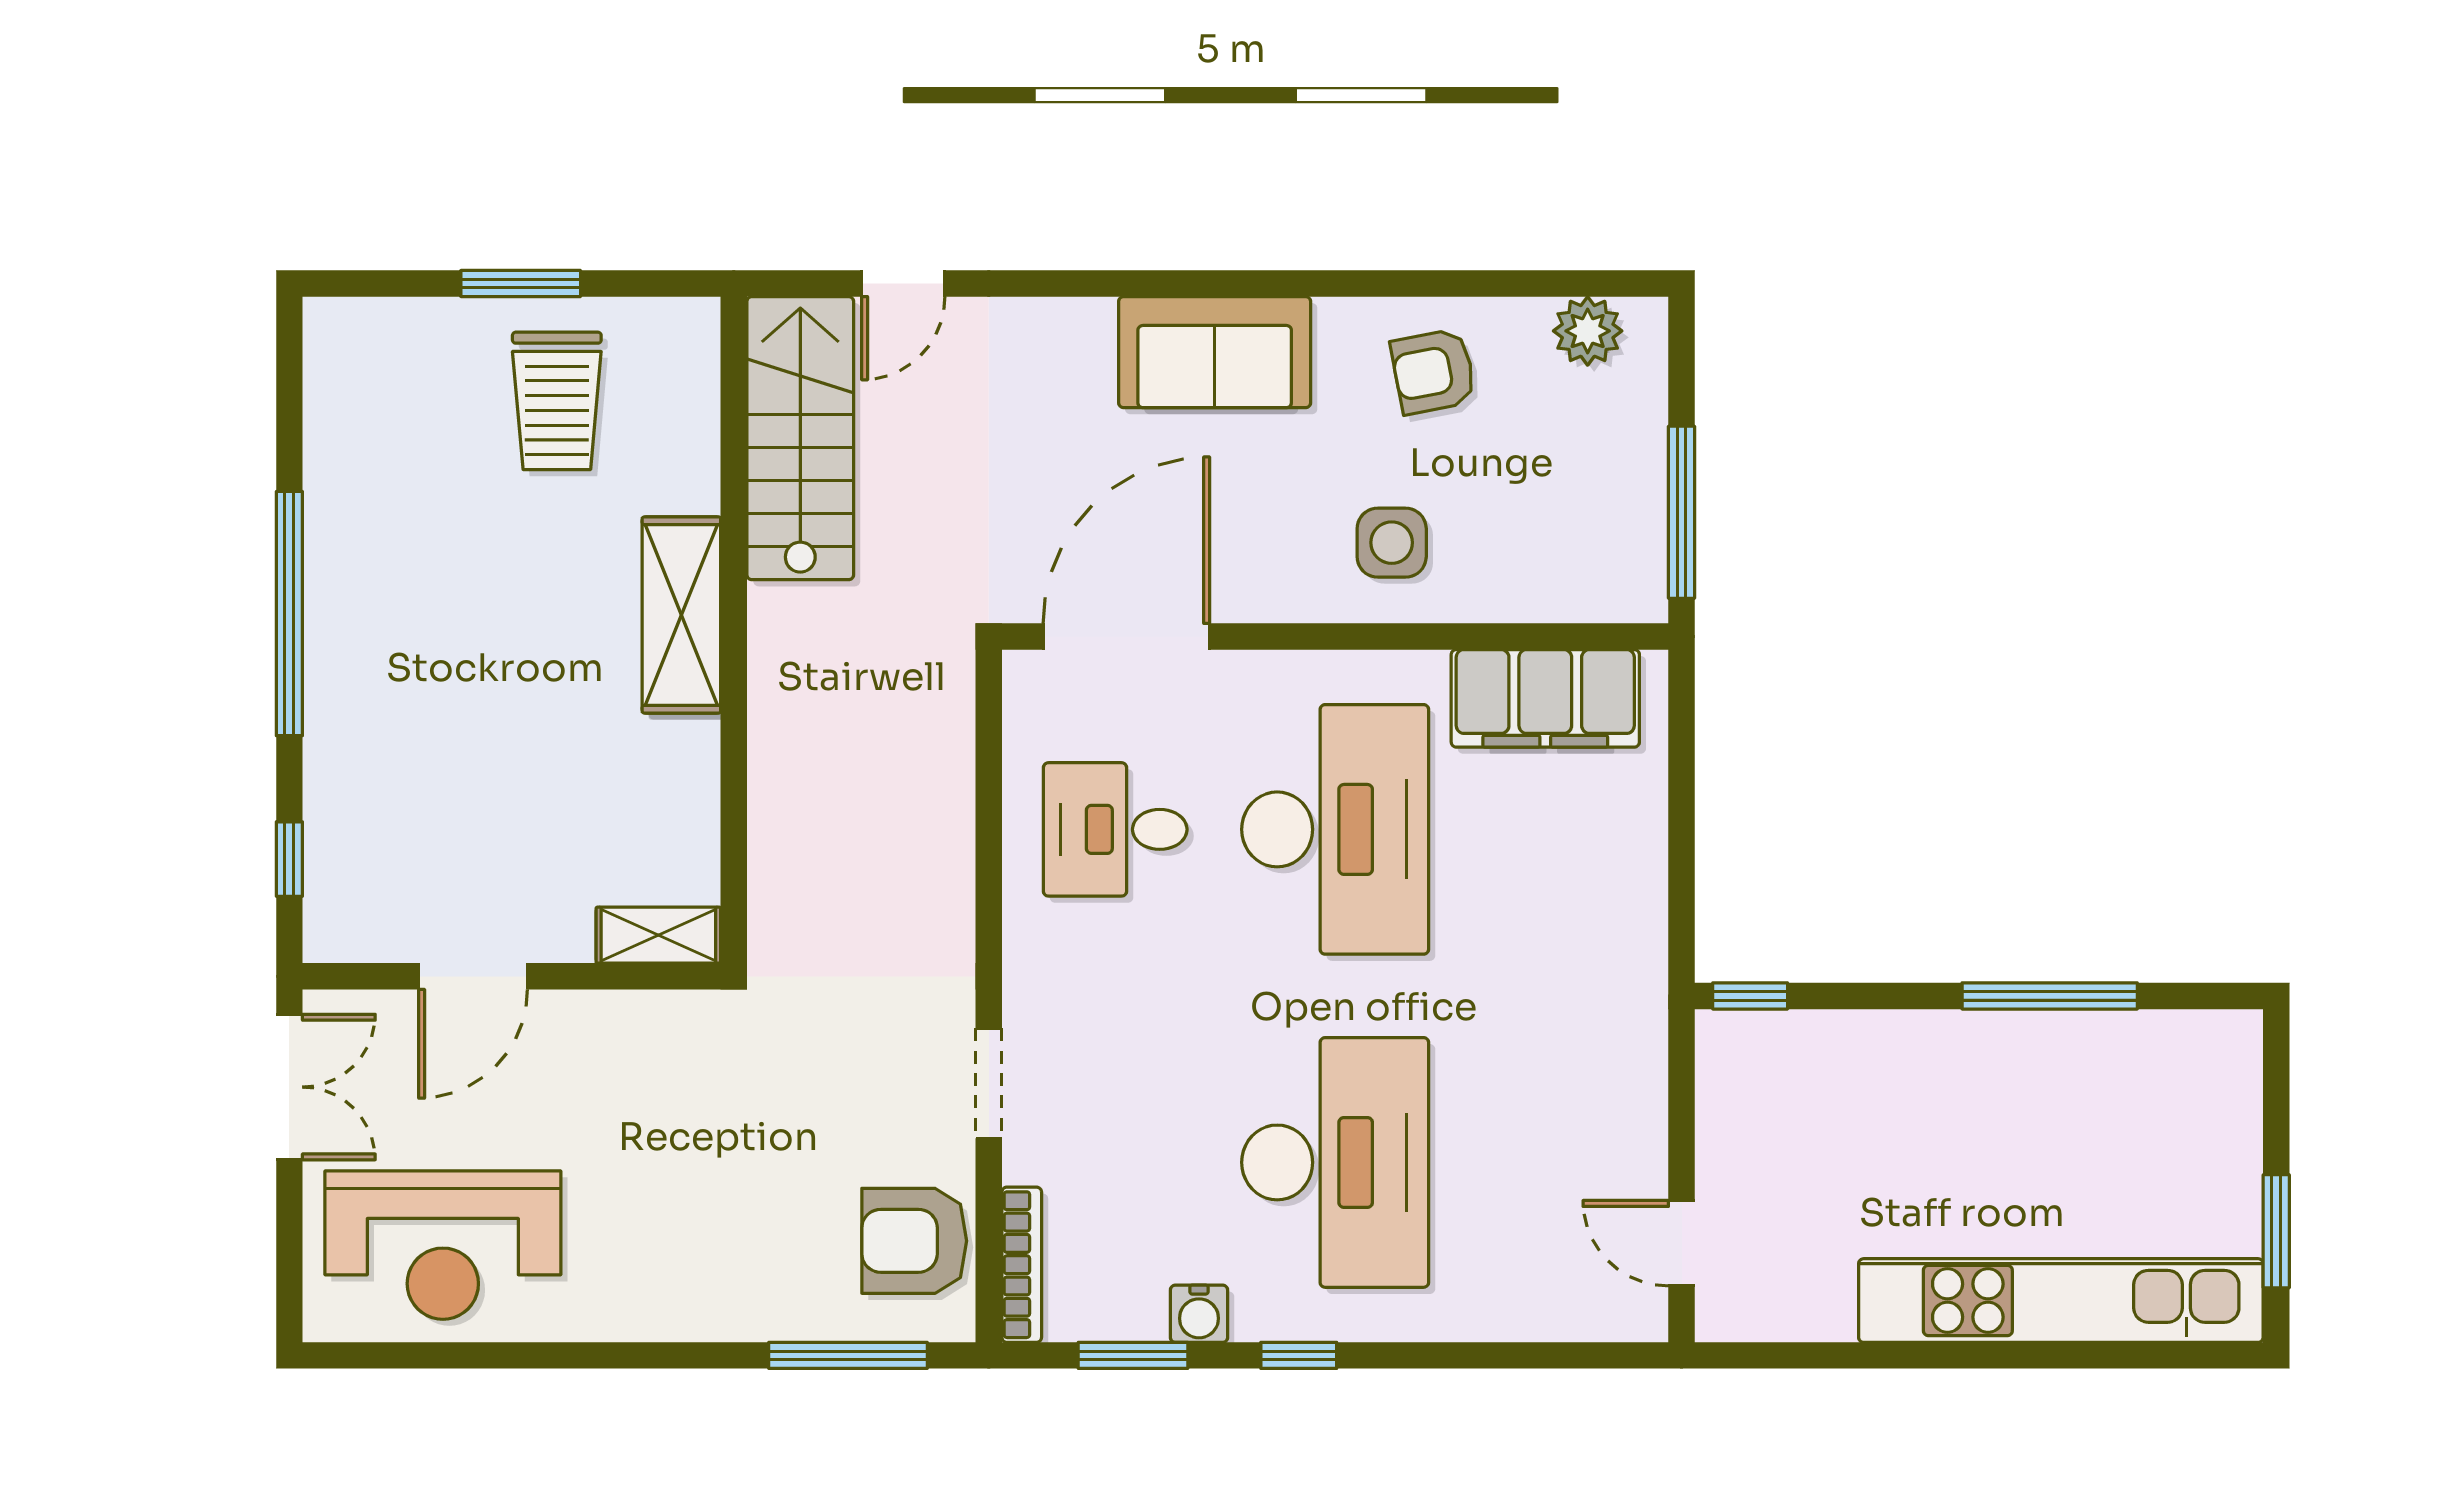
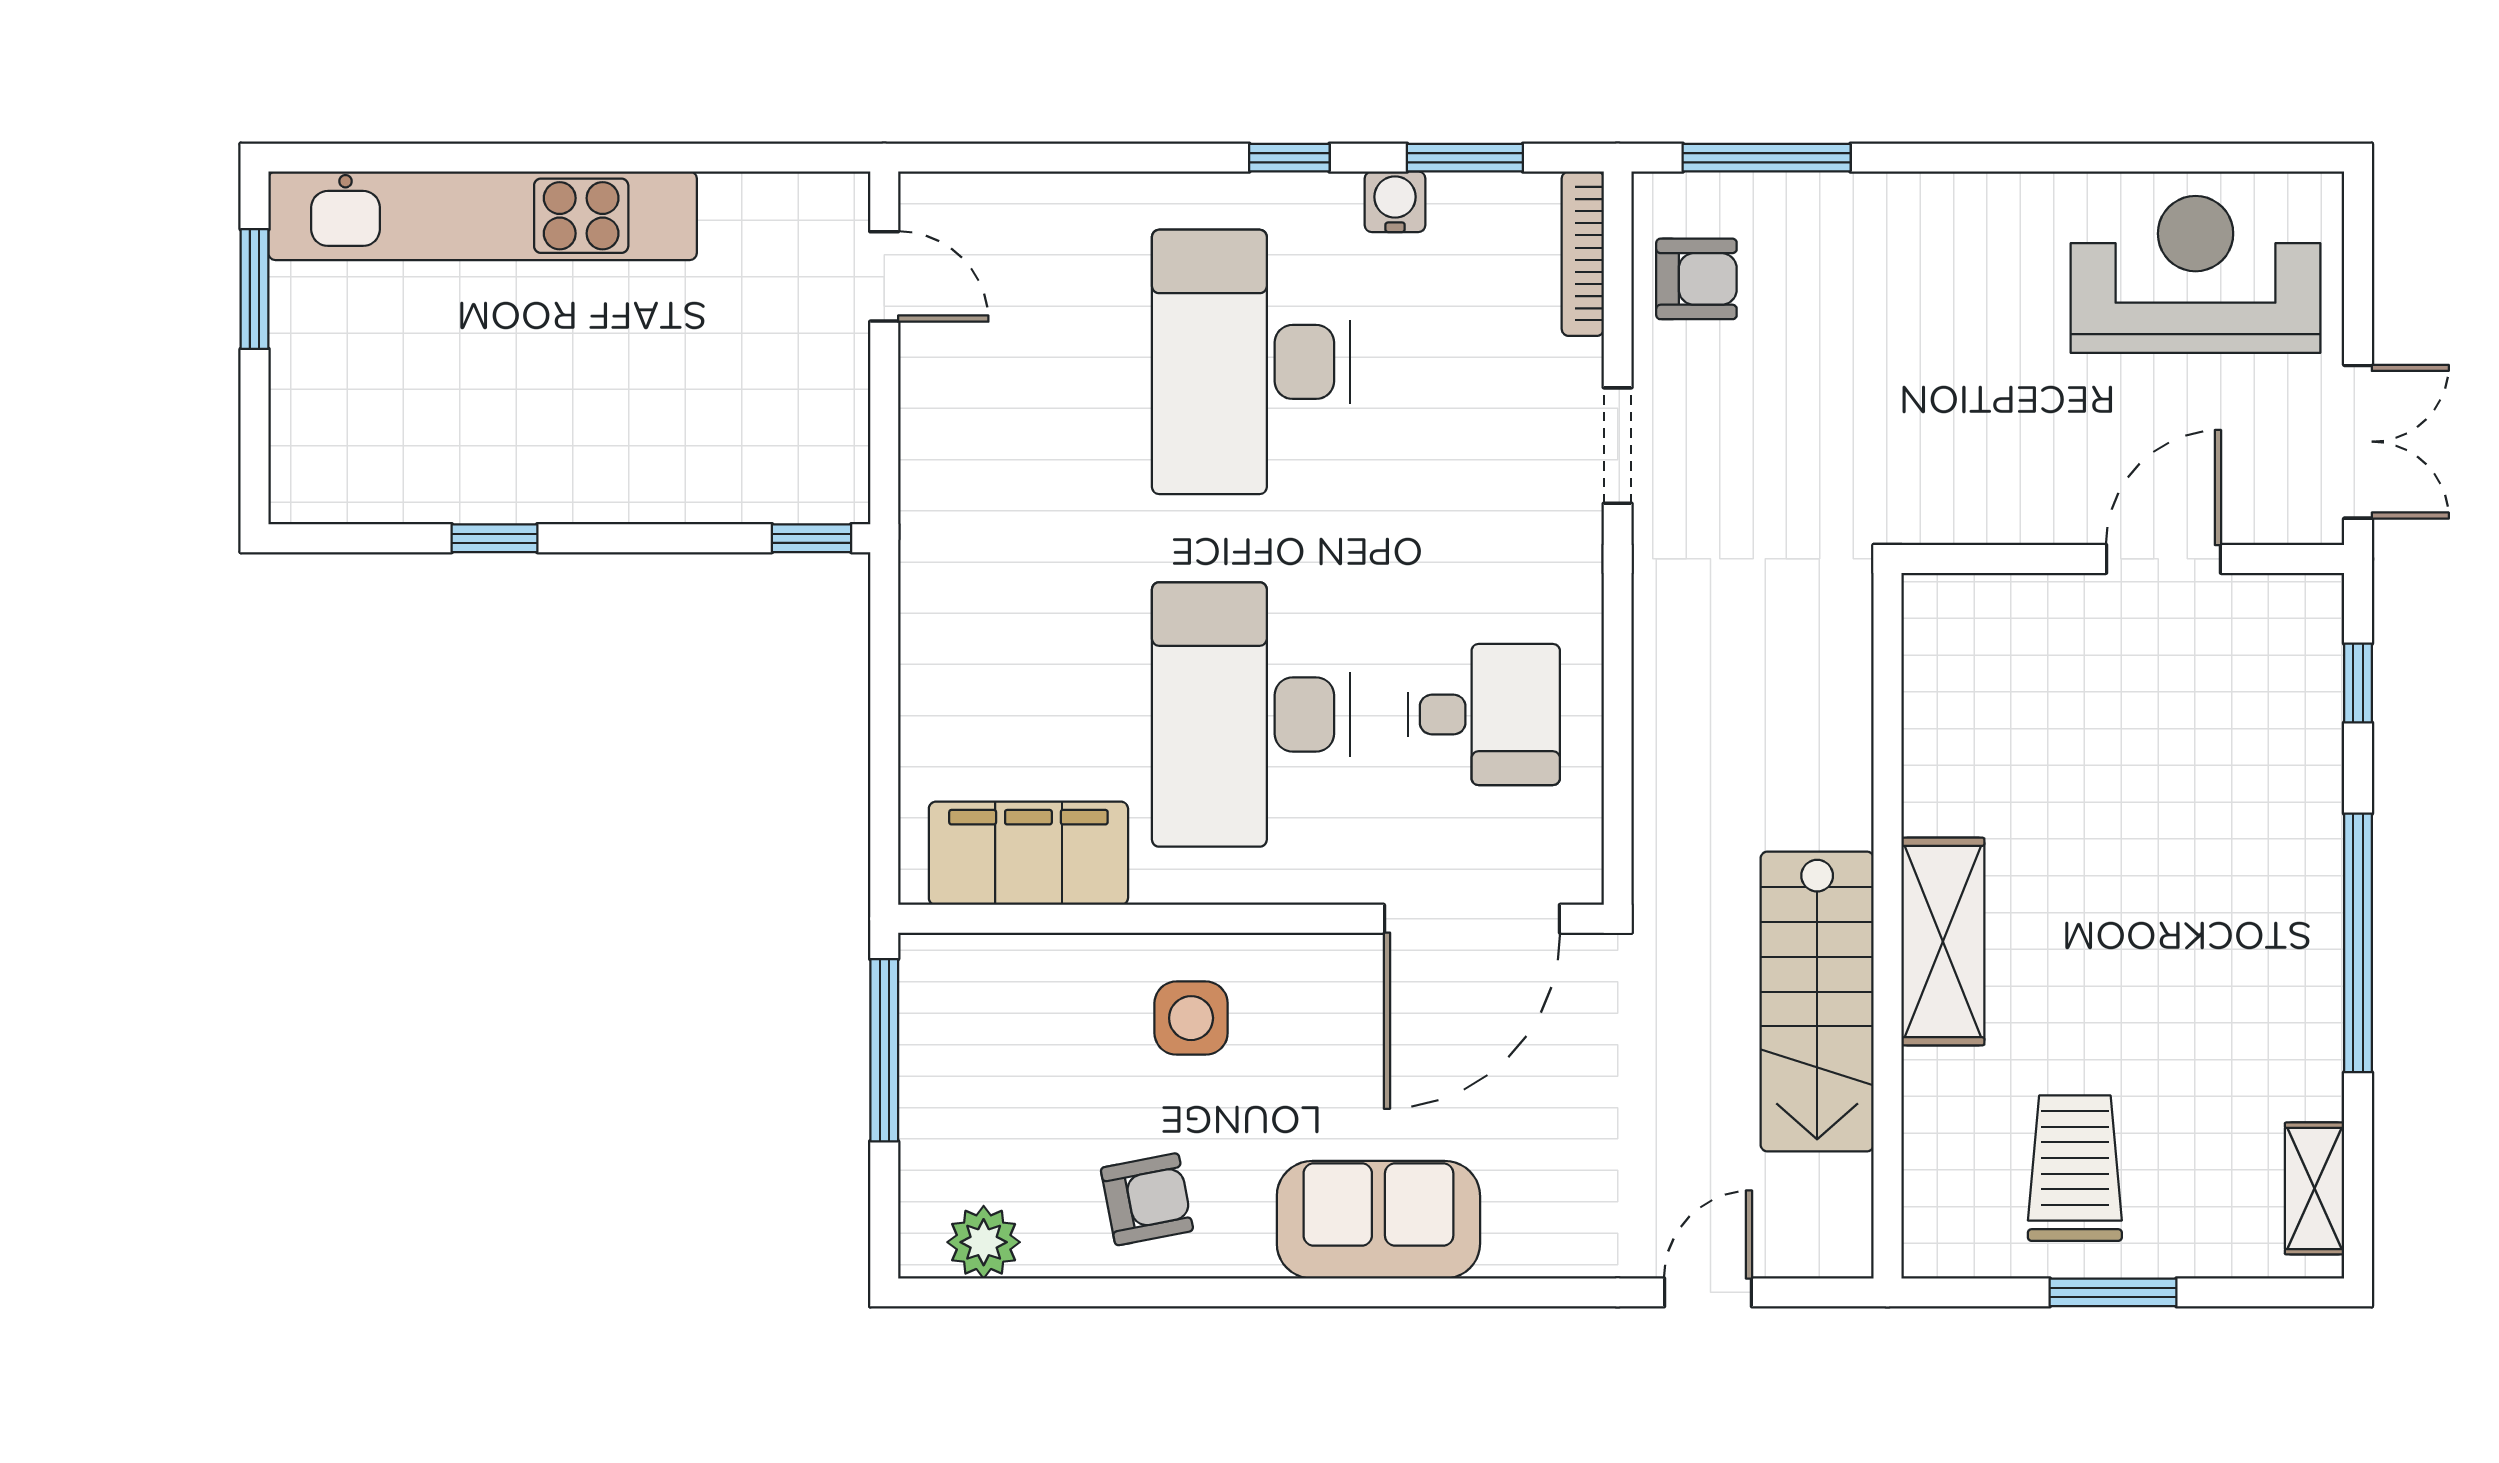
stairs: (800, 438) -> (1817, 1002), moved
shelving: (658, 935) -> (2314, 1188), moved, turned 90
window: (2050, 996) -> (494, 538), width x0.46
double door: (289, 1087) -> (2358, 442), swing flipped
armchair: (914, 1241) -> (1696, 279), width x0.72, depth x0.72

